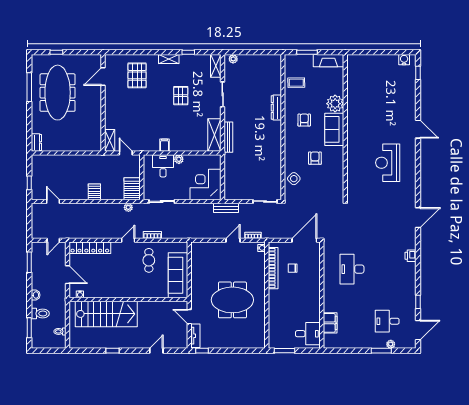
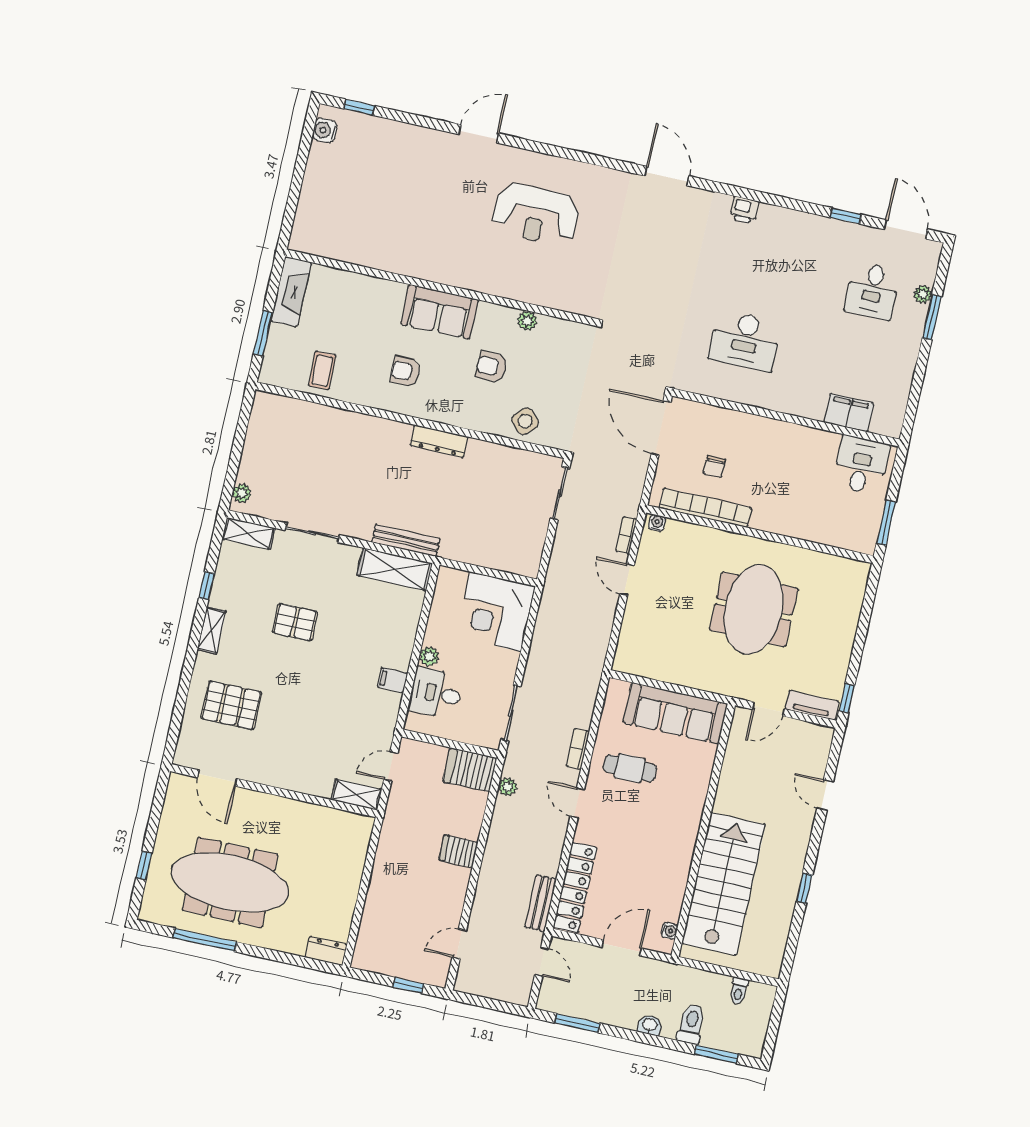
plant: (335, 104) -> (527, 321), moved, width x0.53, depth x0.53
dresser: (276, 108) -> (439, 441), moved
bench: (226, 208) -> (541, 903), moved

